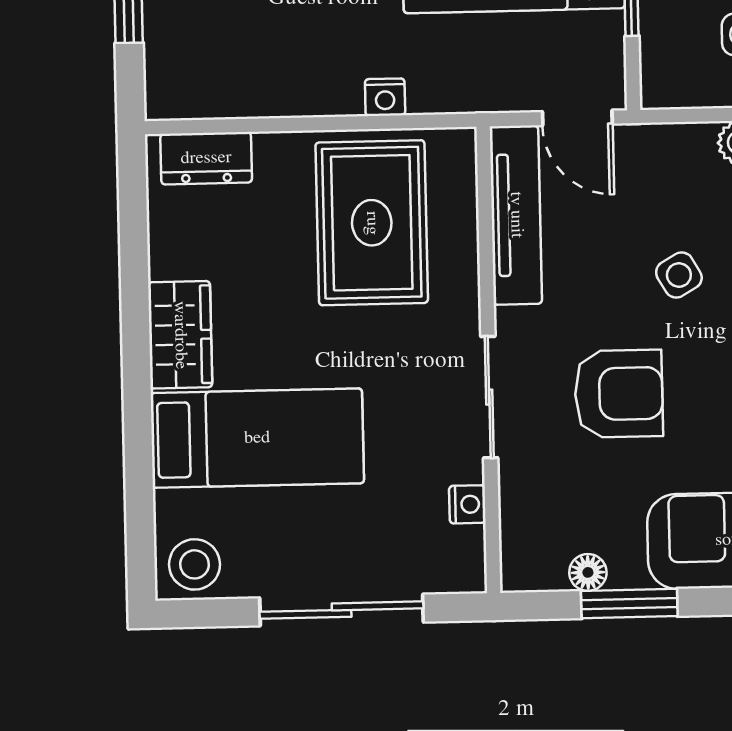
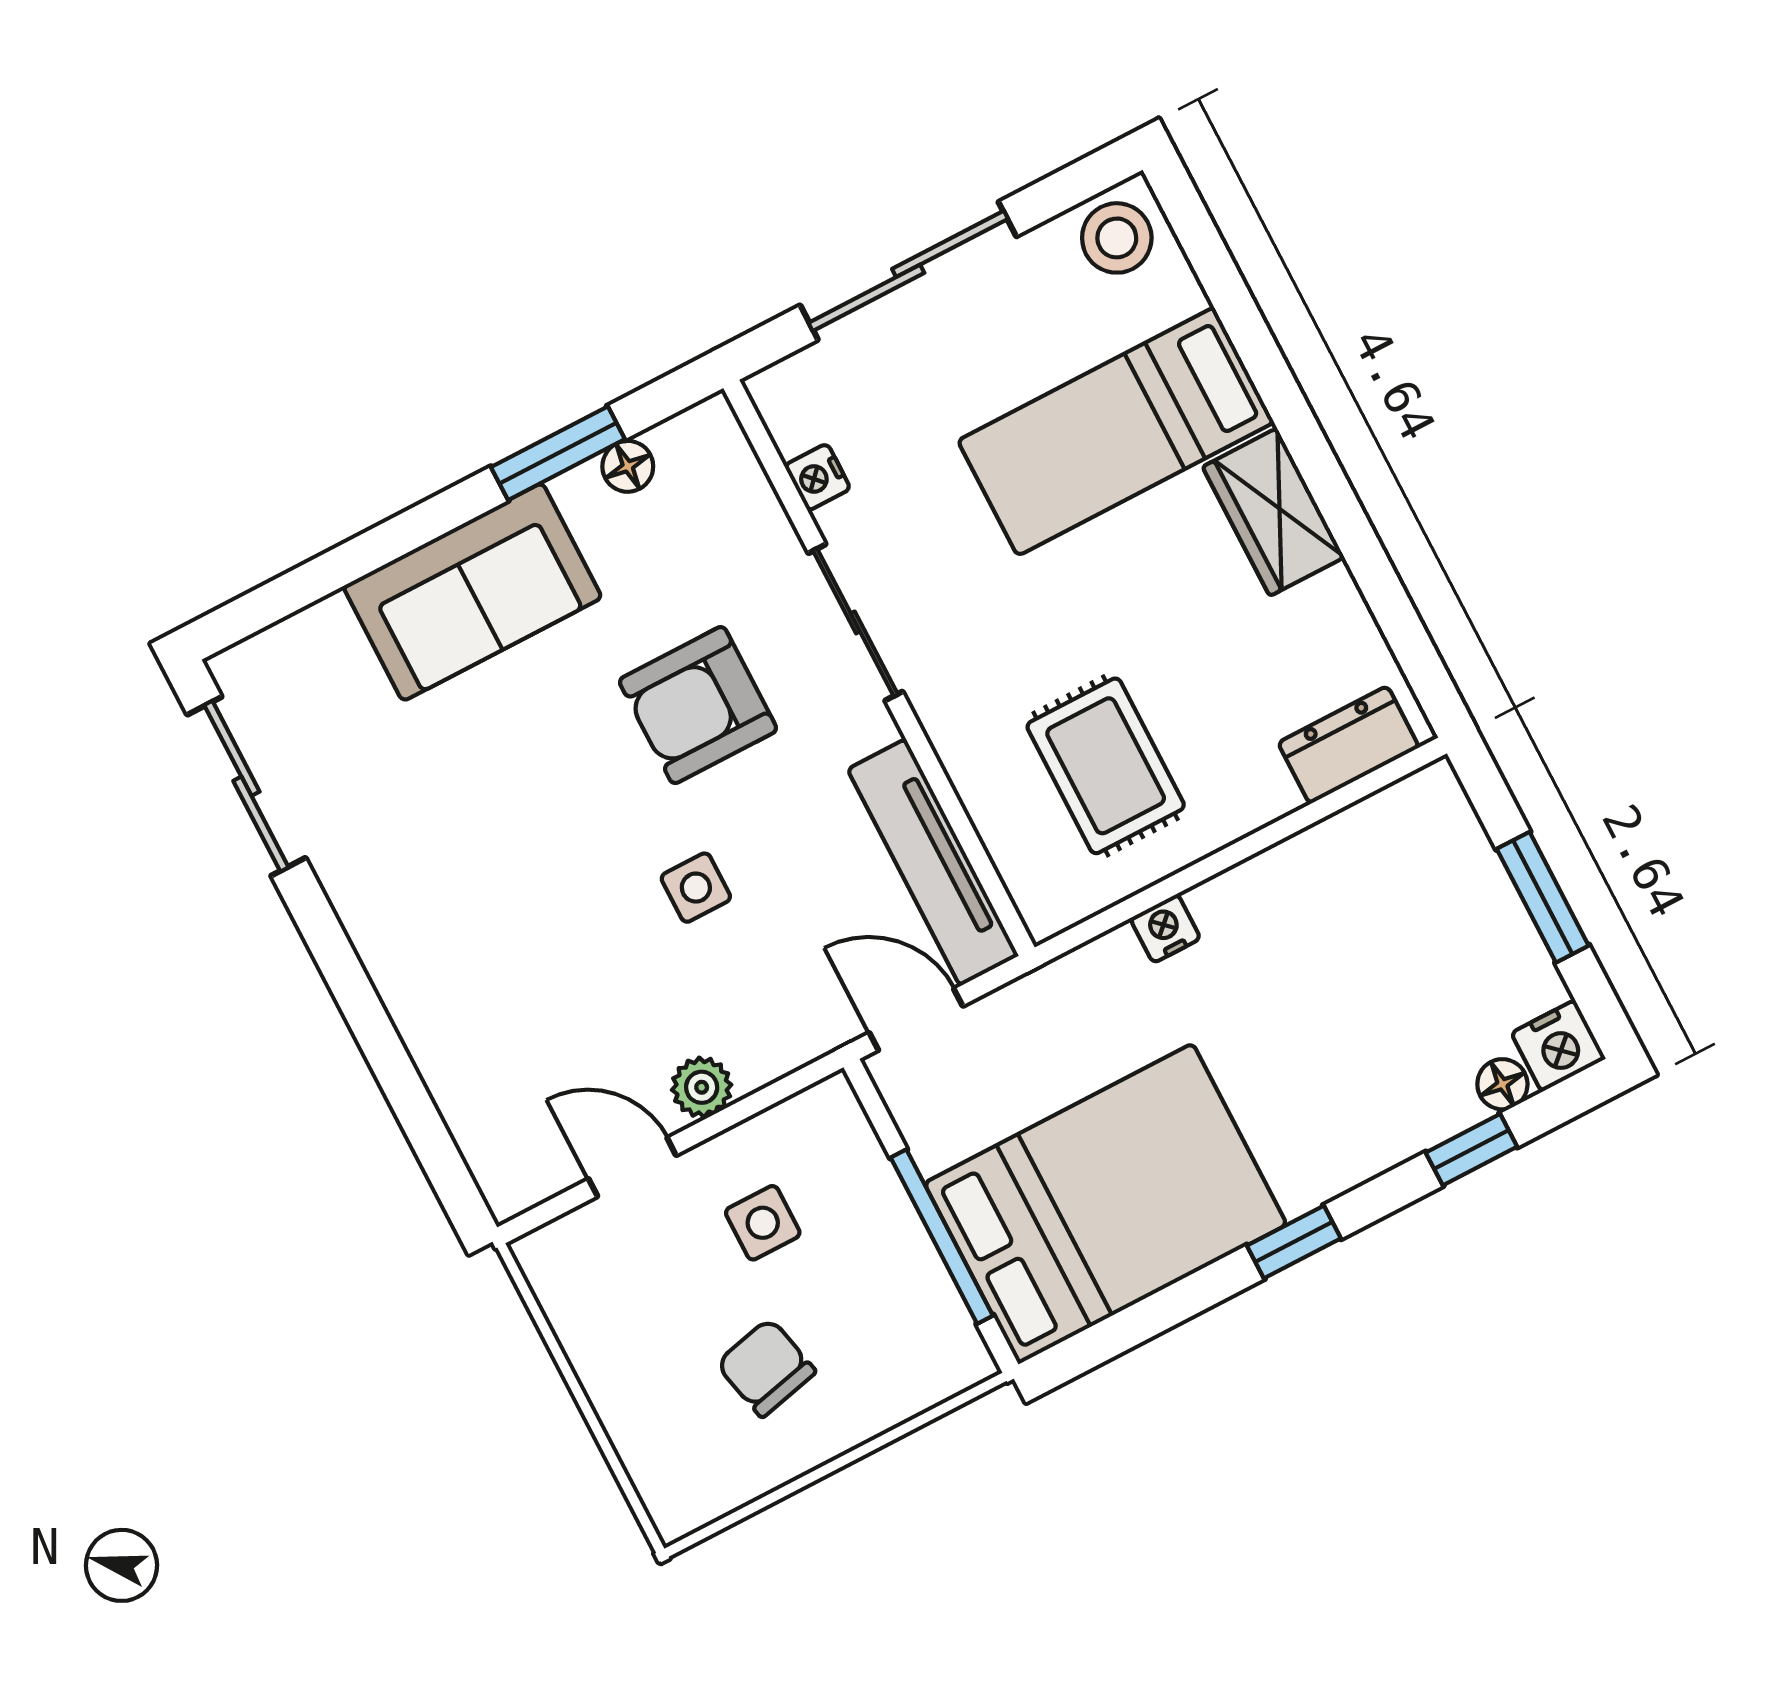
rug: (372, 223) -> (1106, 766), width x0.73, depth x0.70
side table: (679, 275) -> (696, 888), turned 30

